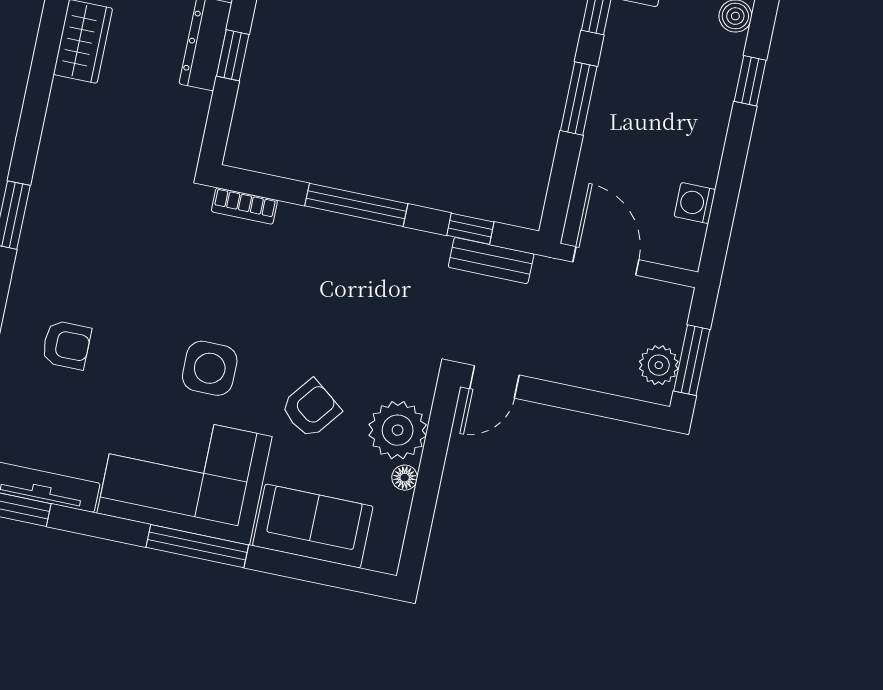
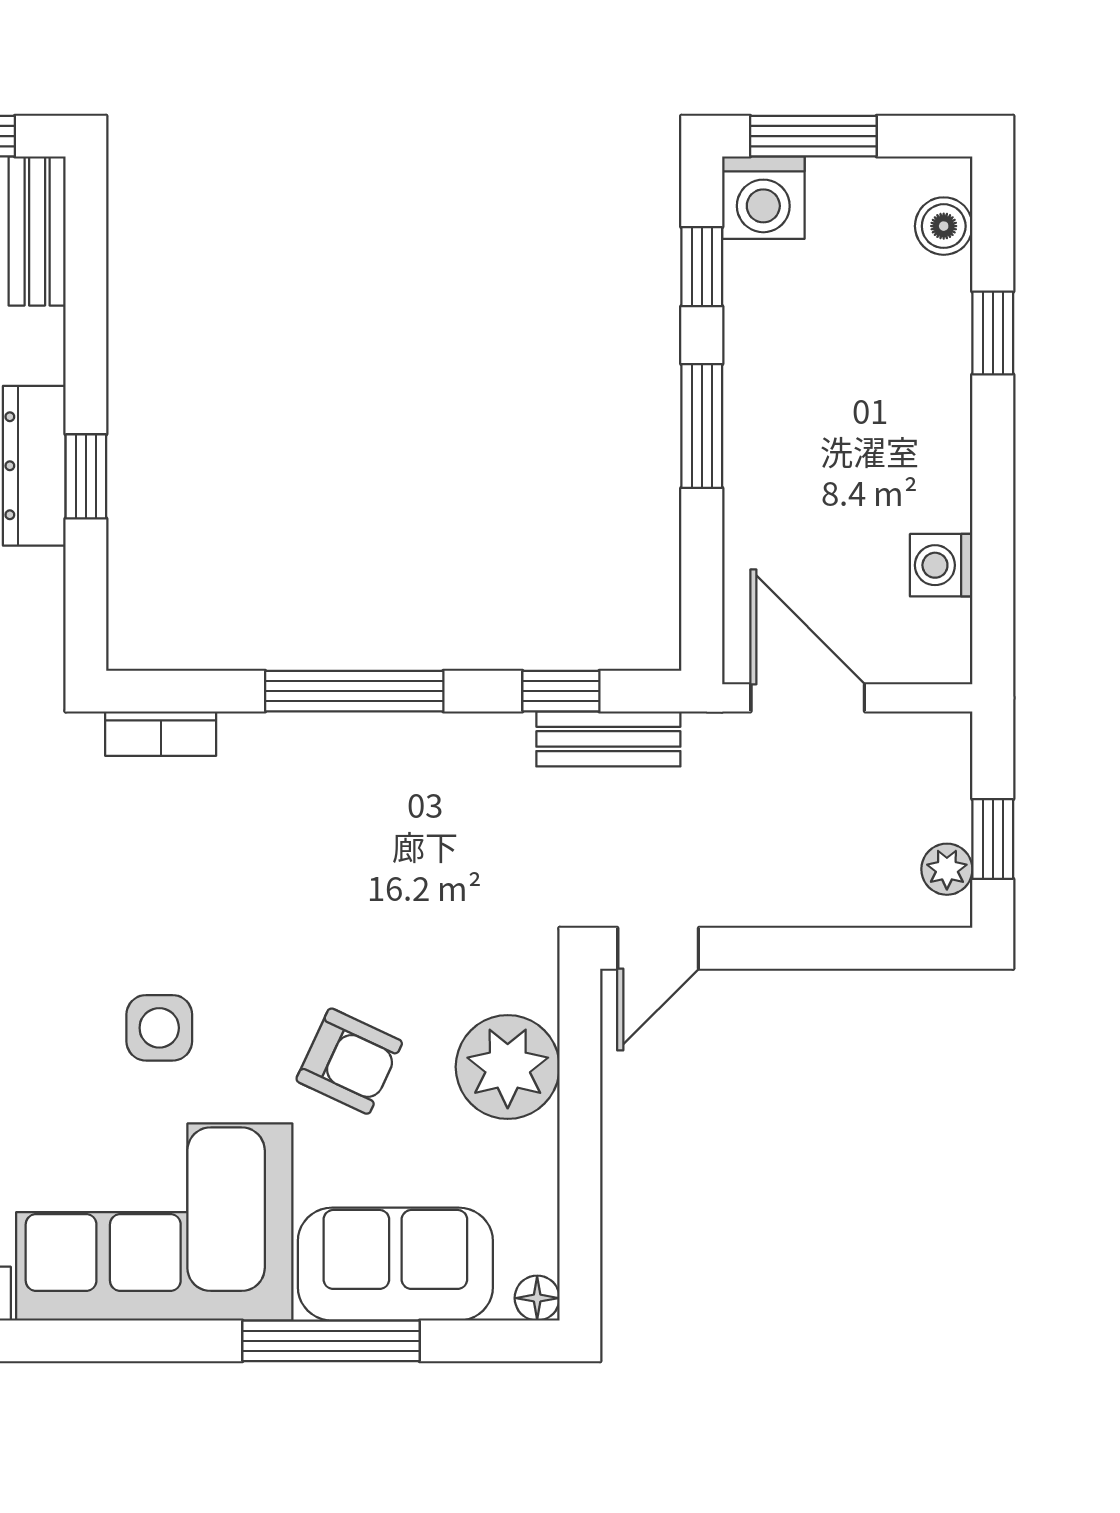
window: (692, 360) -> (993, 839), width x0.67
plant: (659, 365) -> (947, 869), width x0.73, depth x0.73
side table: (210, 368) -> (159, 1028), width x0.73, depth x0.73
armchair: (311, 409) -> (349, 1061), turned 77
floor lamp: (405, 478) -> (537, 1298), moved
window: (197, 546) -> (331, 1341), moved

